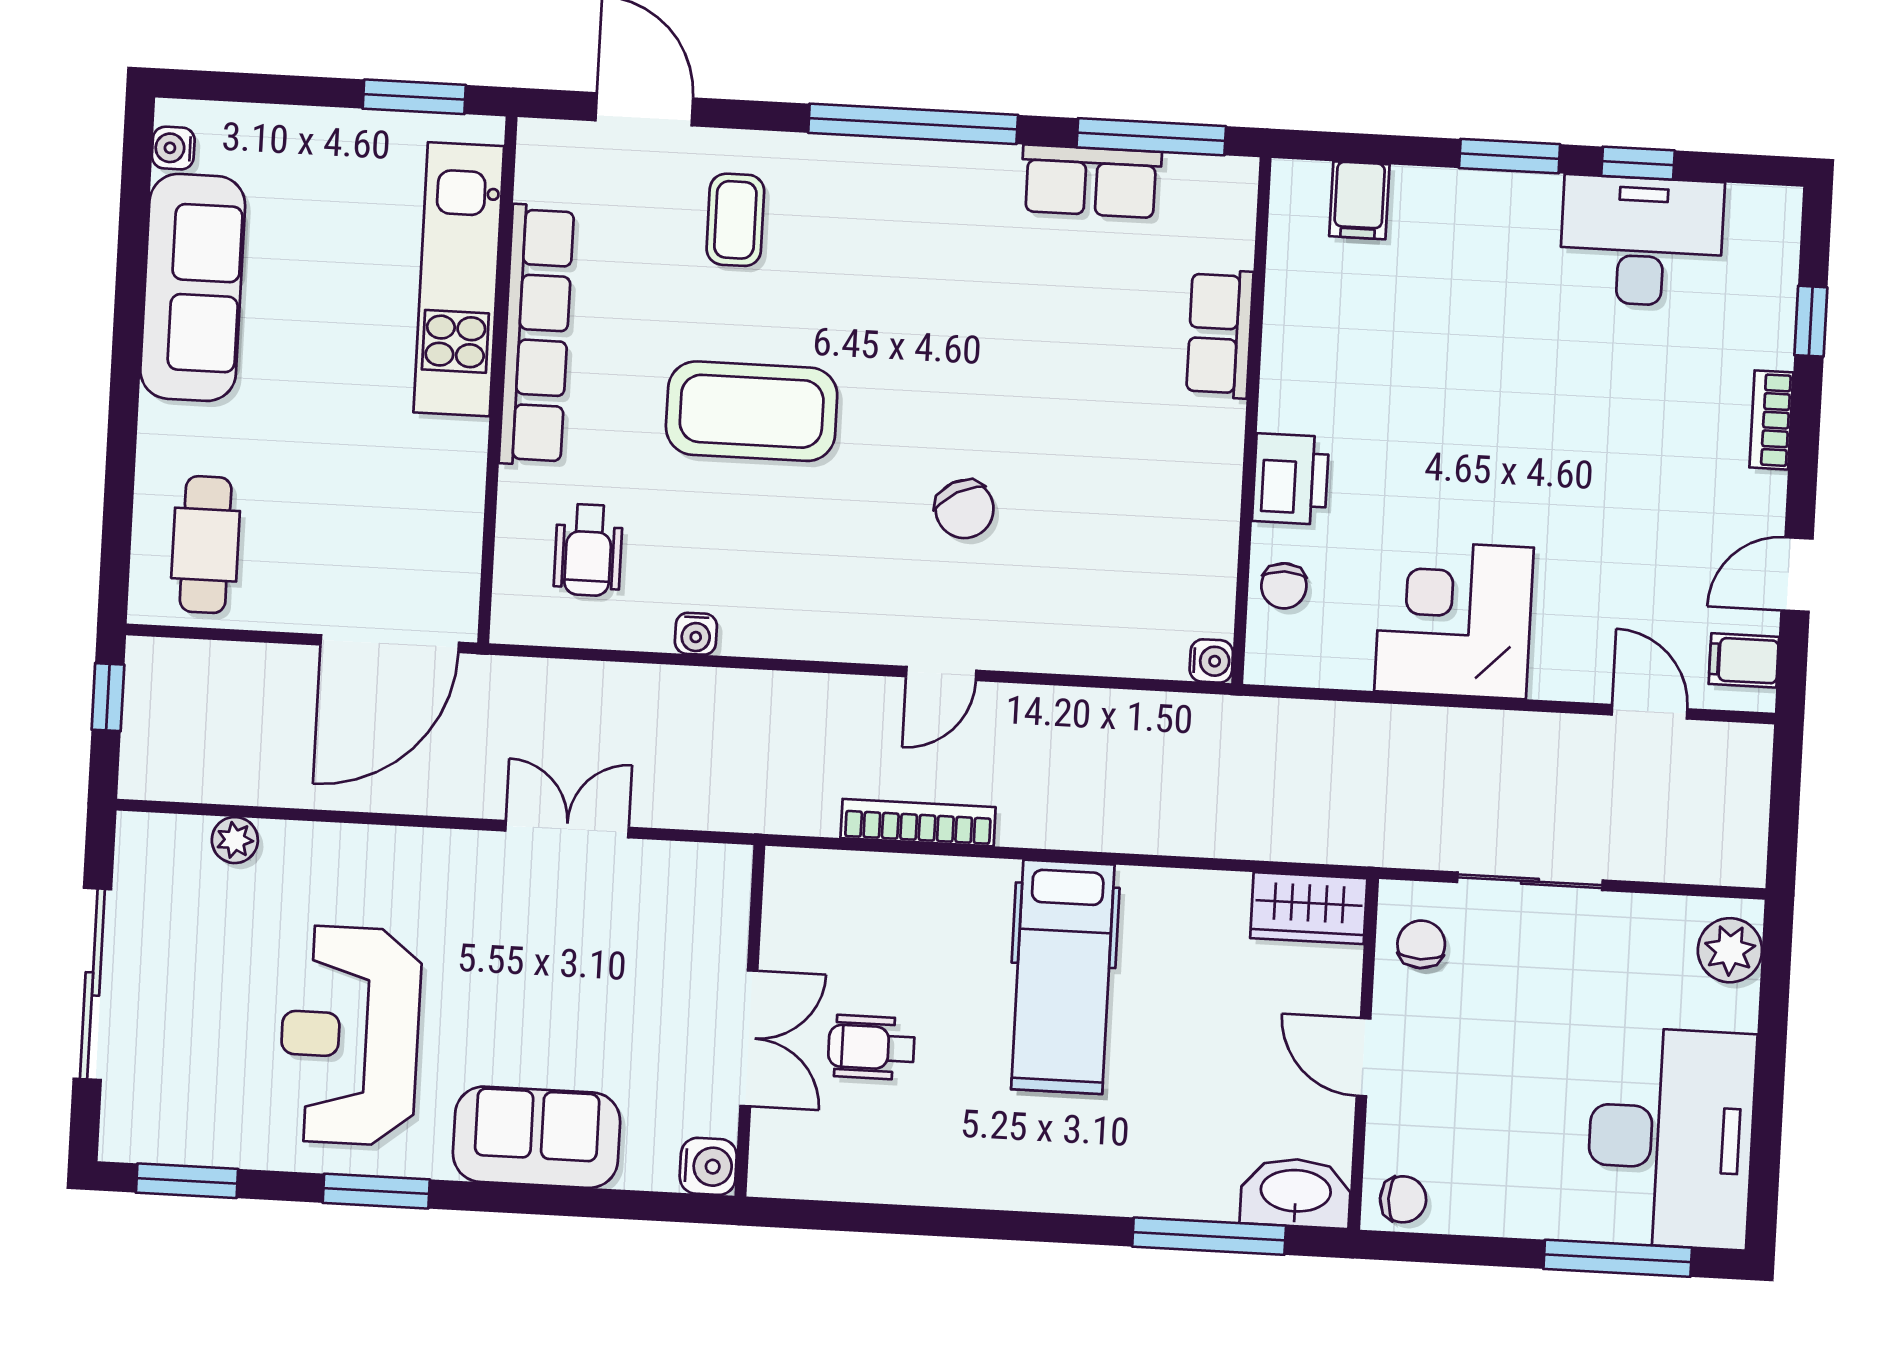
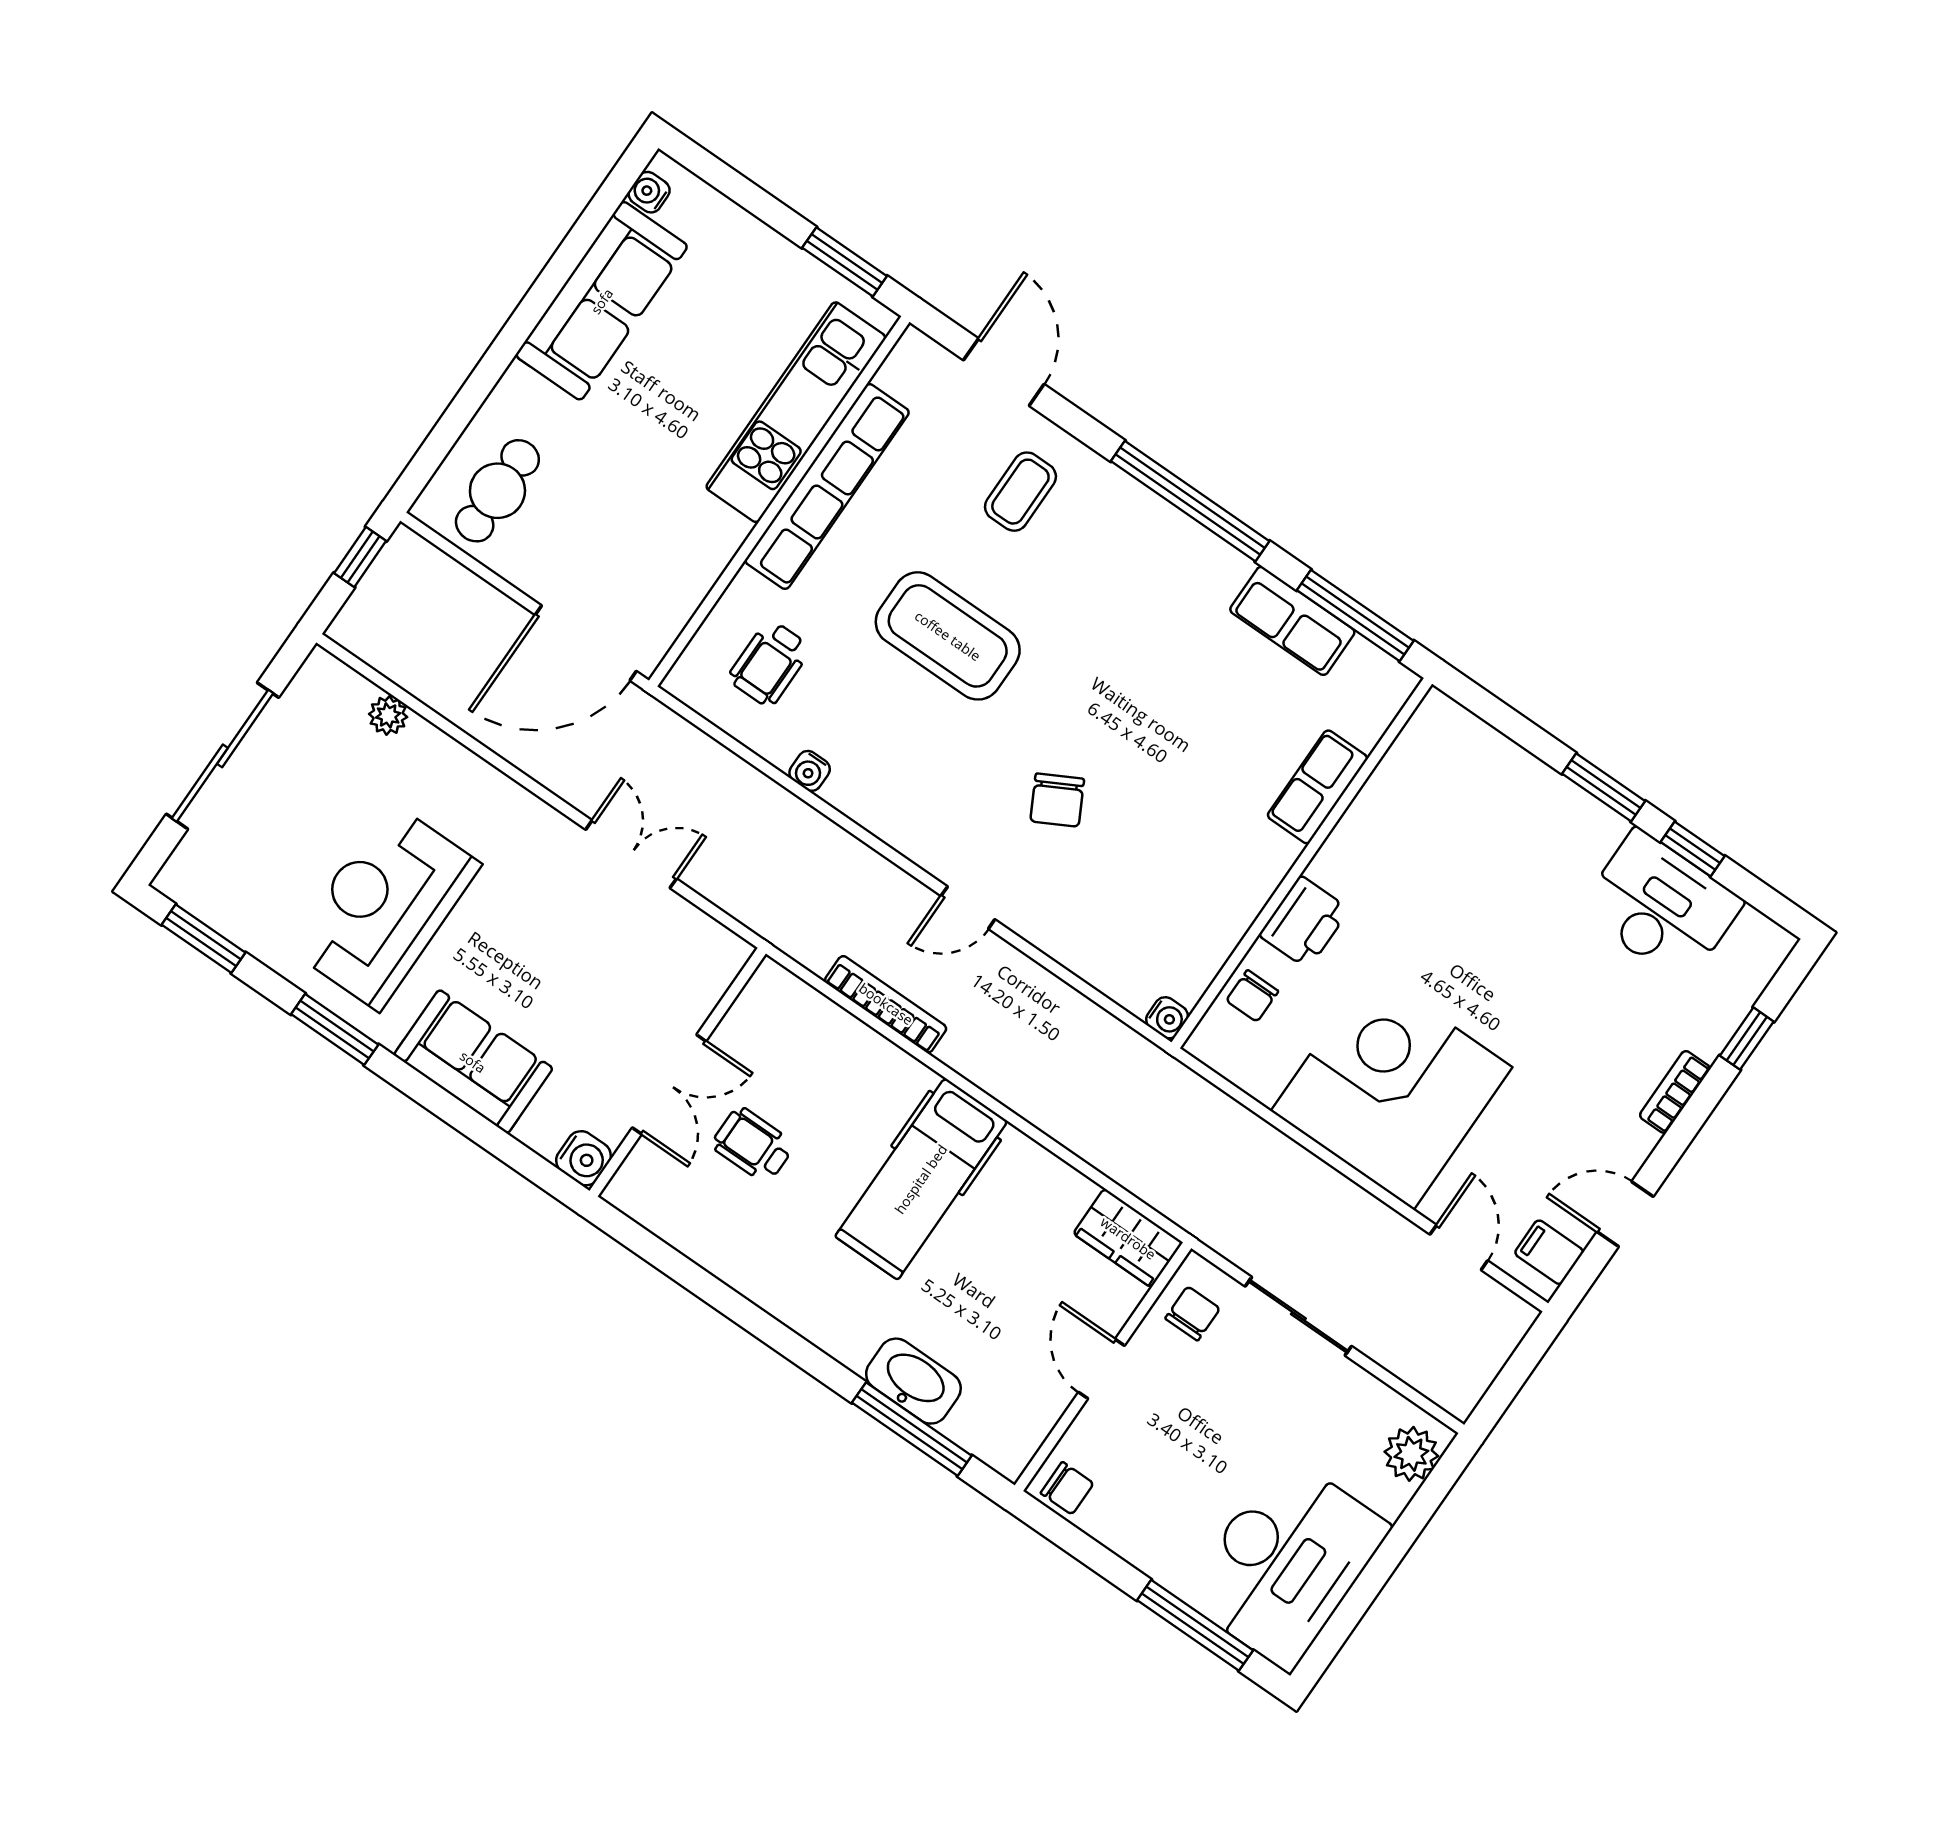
filing cabinet: (1359, 200) -> (1476, 753), removed
corner desk: (1454, 619) -> (1392, 1089), width x1.36, depth x1.36
washbasin: (1296, 1193) -> (913, 1381), moved

